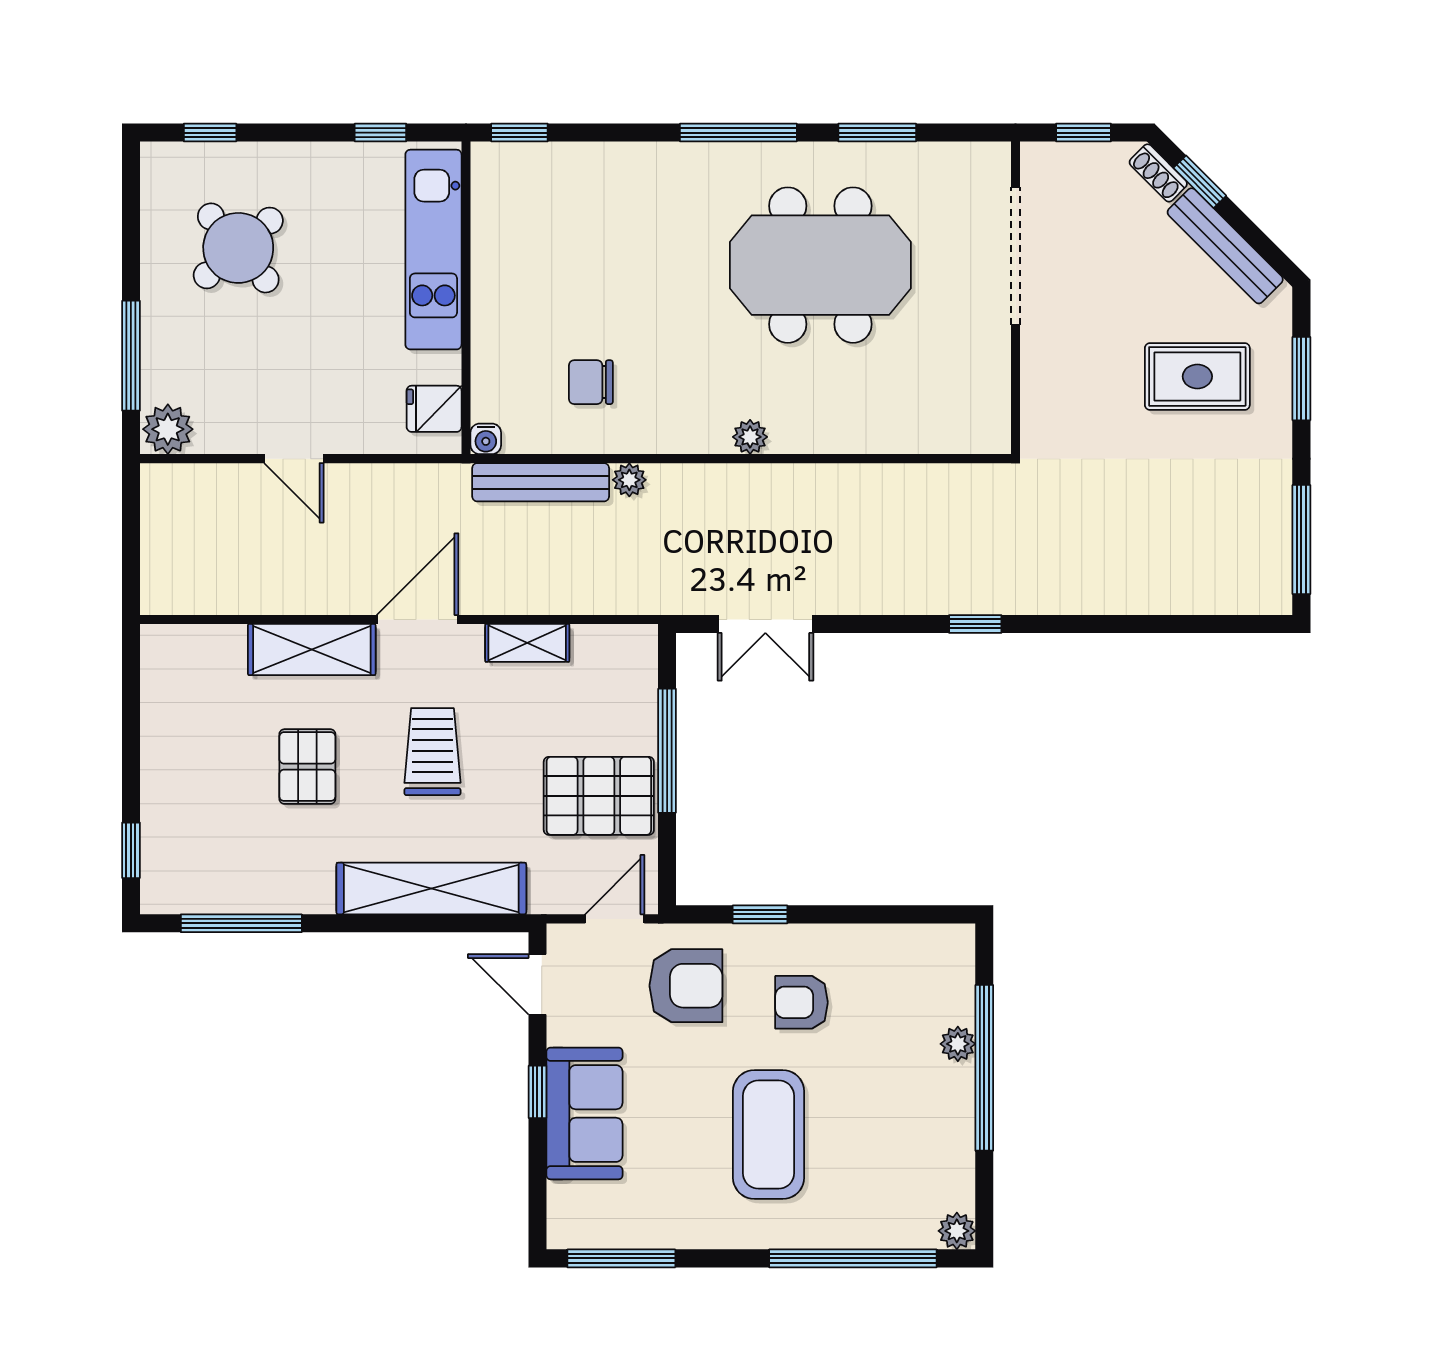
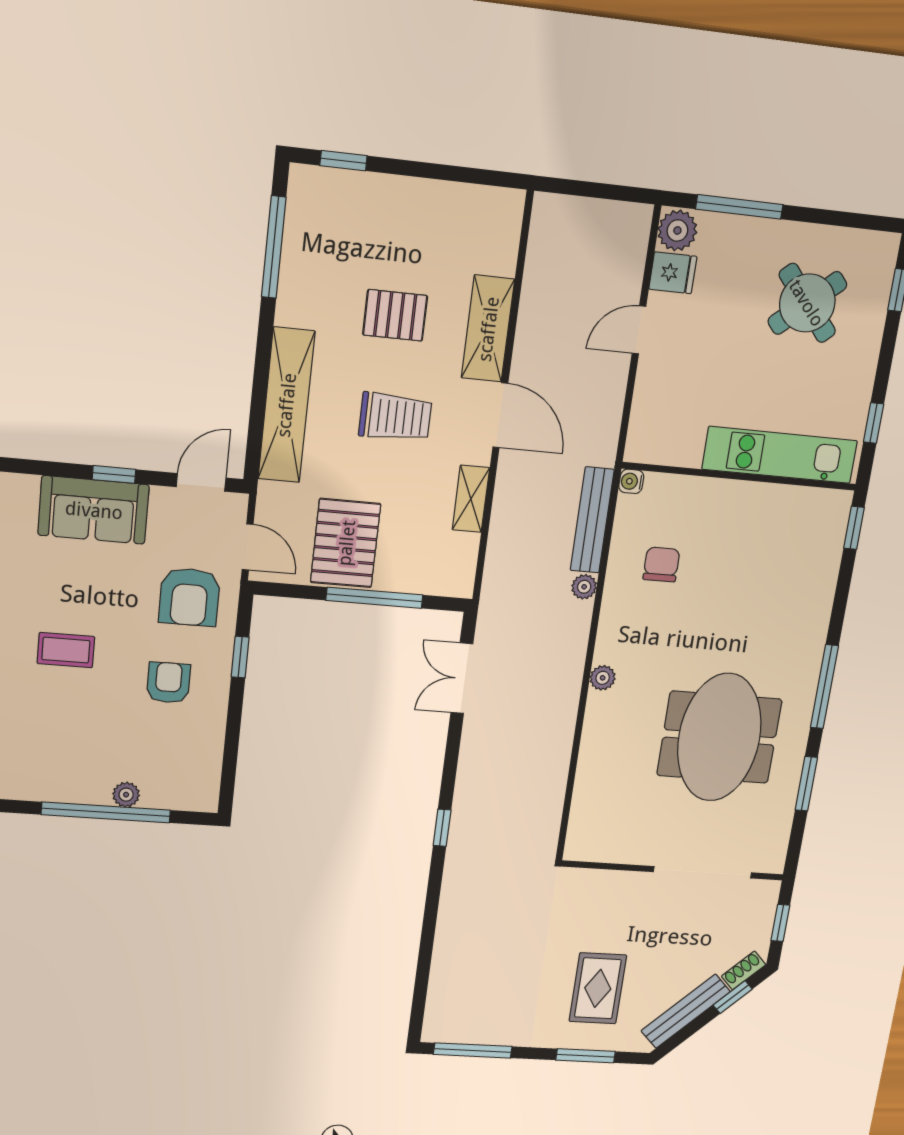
fridge: (434, 409) -> (673, 273), moved, turned 90
coffee table: (769, 1135) -> (66, 650), width x0.54, depth x0.58

